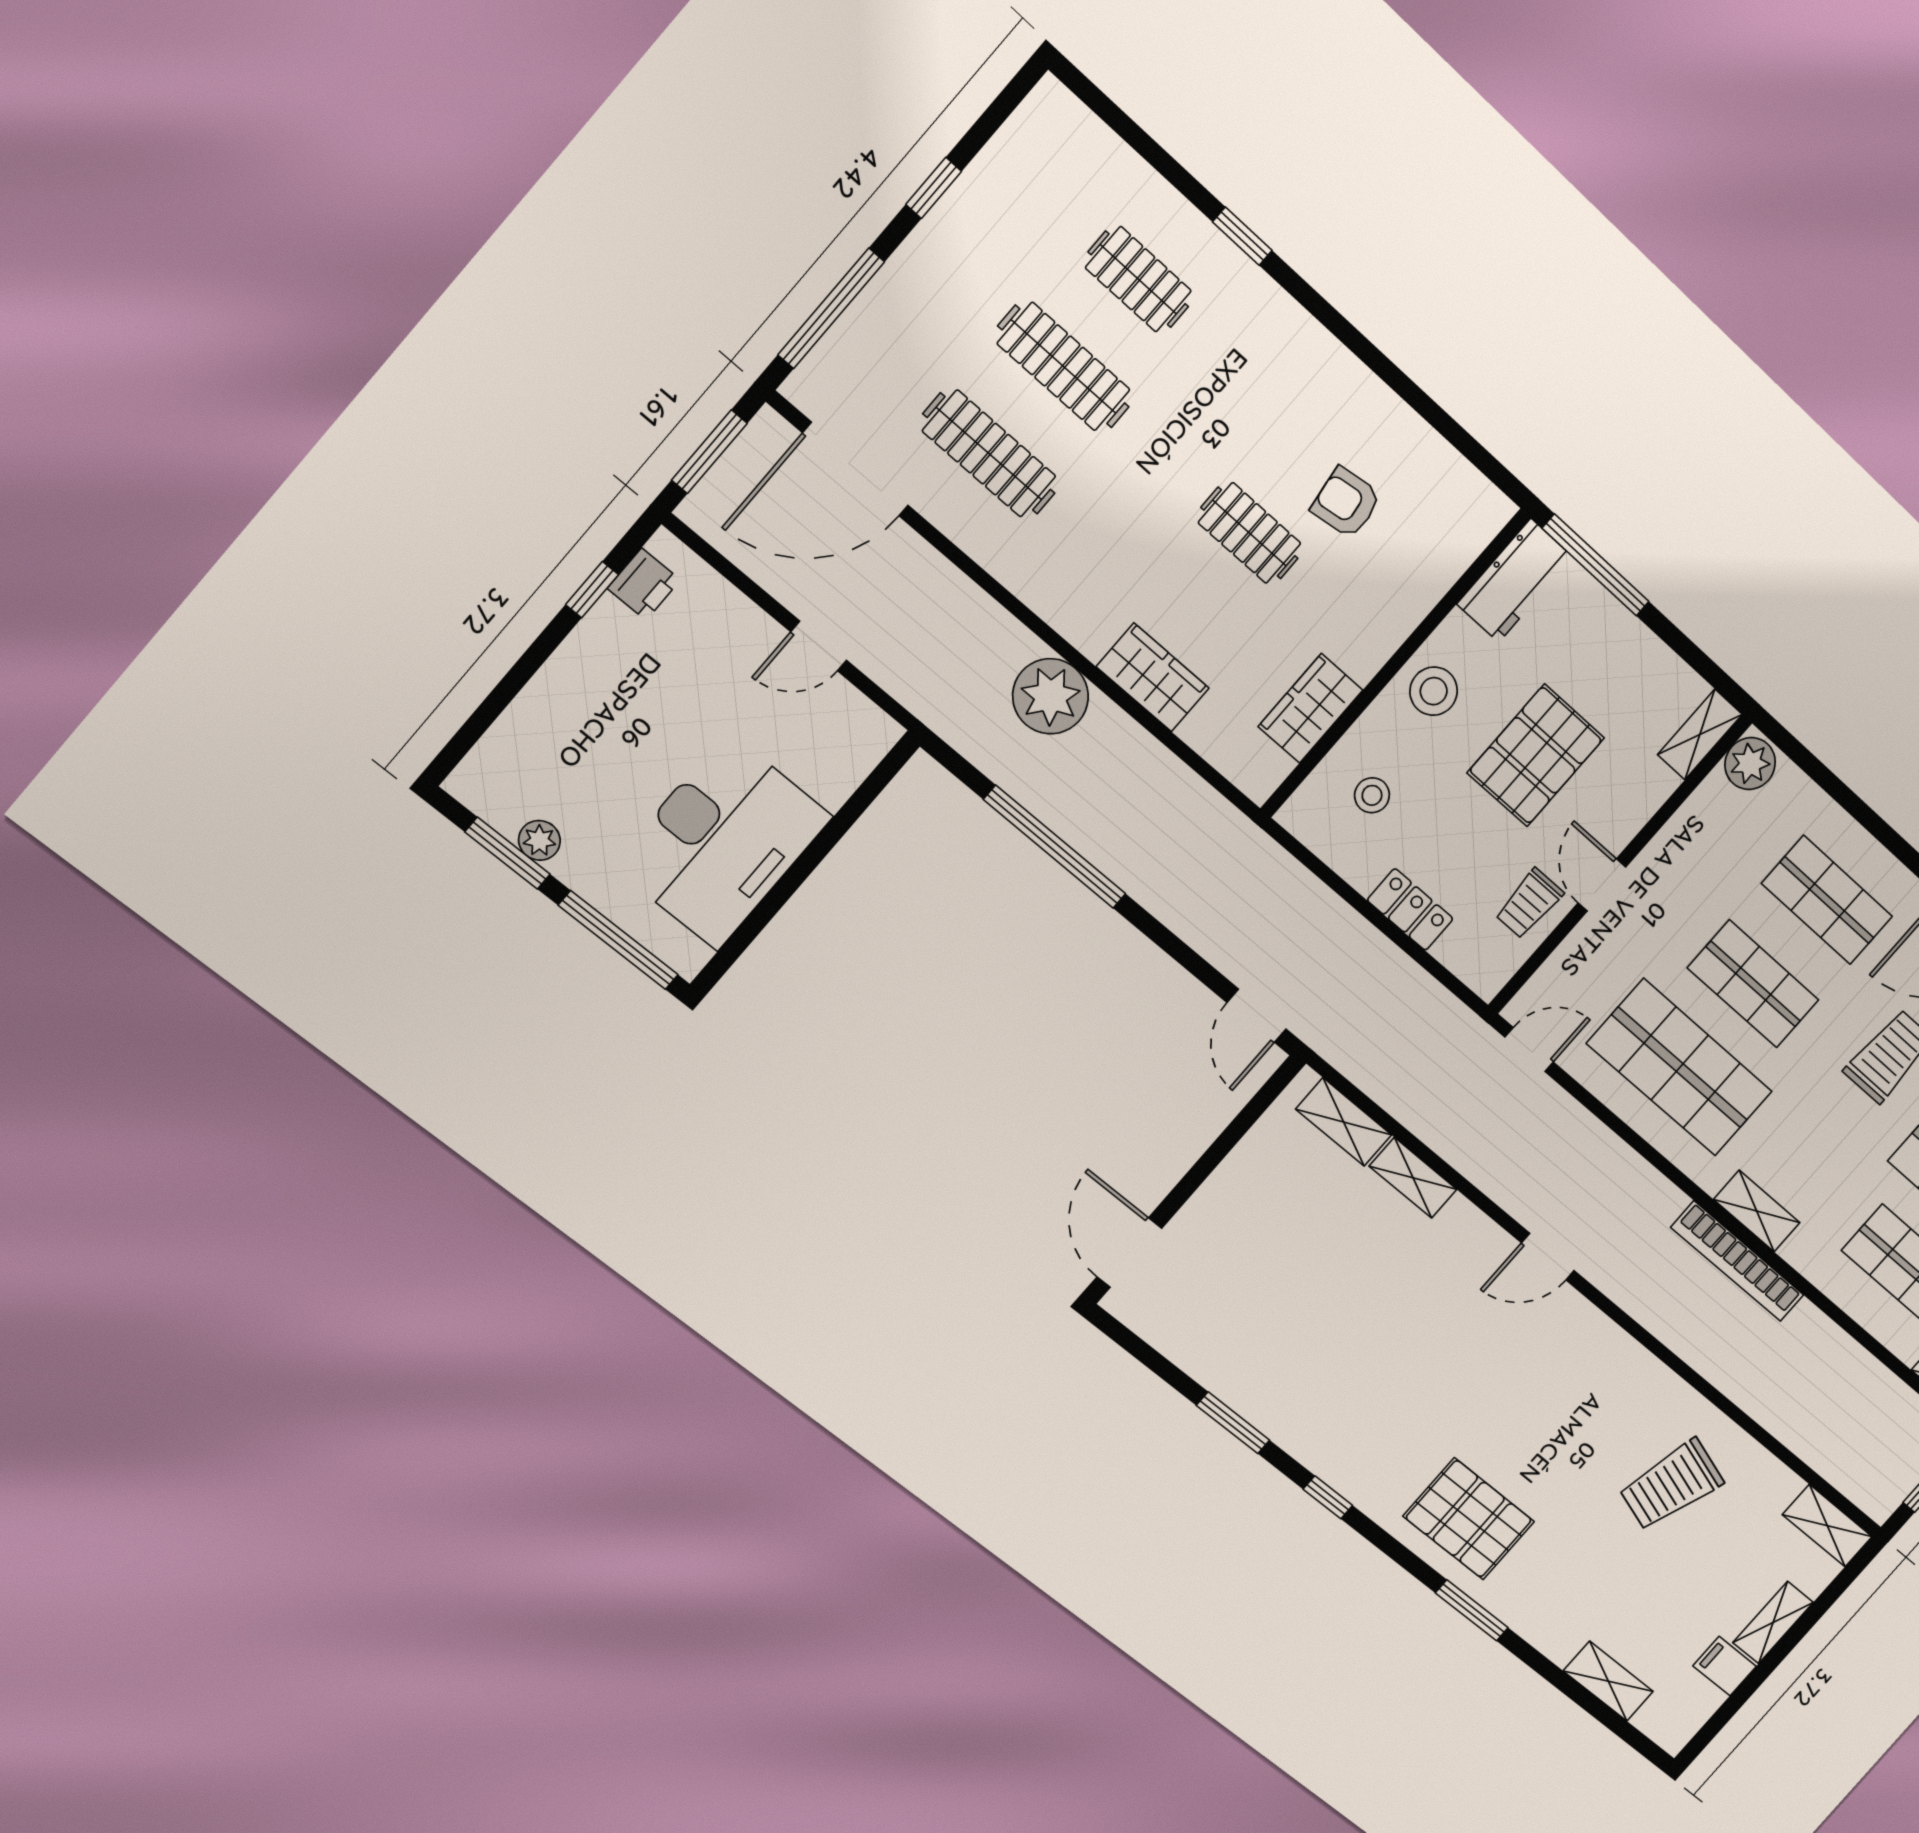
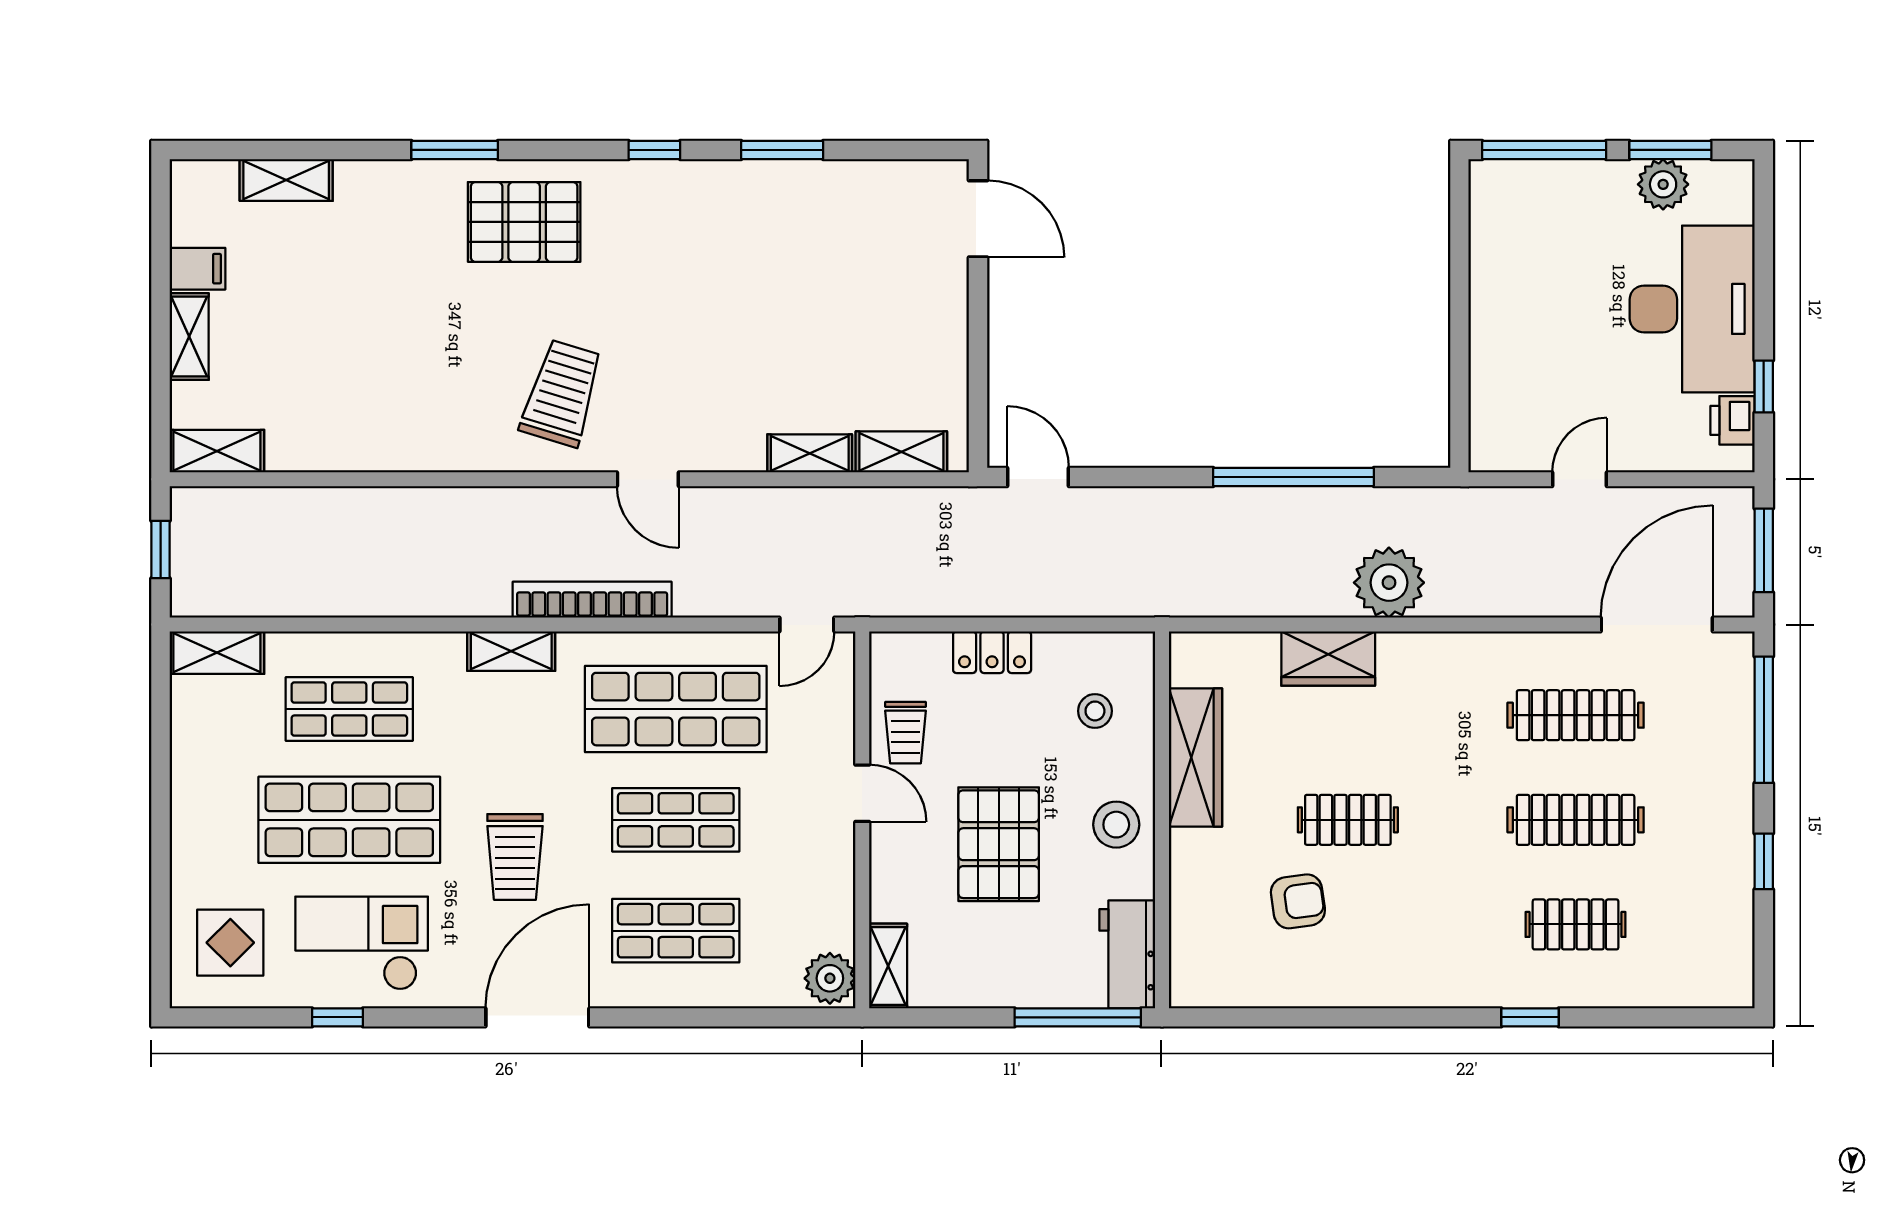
wardrobe: (1310, 708) -> (1195, 758), width x1.50
plant: (539, 840) -> (1663, 184), width x1.38, depth x1.38
desk: (722, 841) -> (1692, 309), moved, turned 180
trolley: (1529, 904) -> (906, 733), turned 180
door: (1548, 1257) -> (648, 479), swing flipped
bookcase: (1737, 1261) -> (592, 600), moved
trolley: (1671, 1485) -> (562, 393), moved

